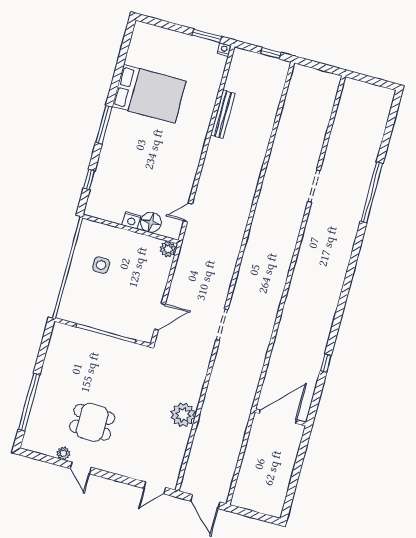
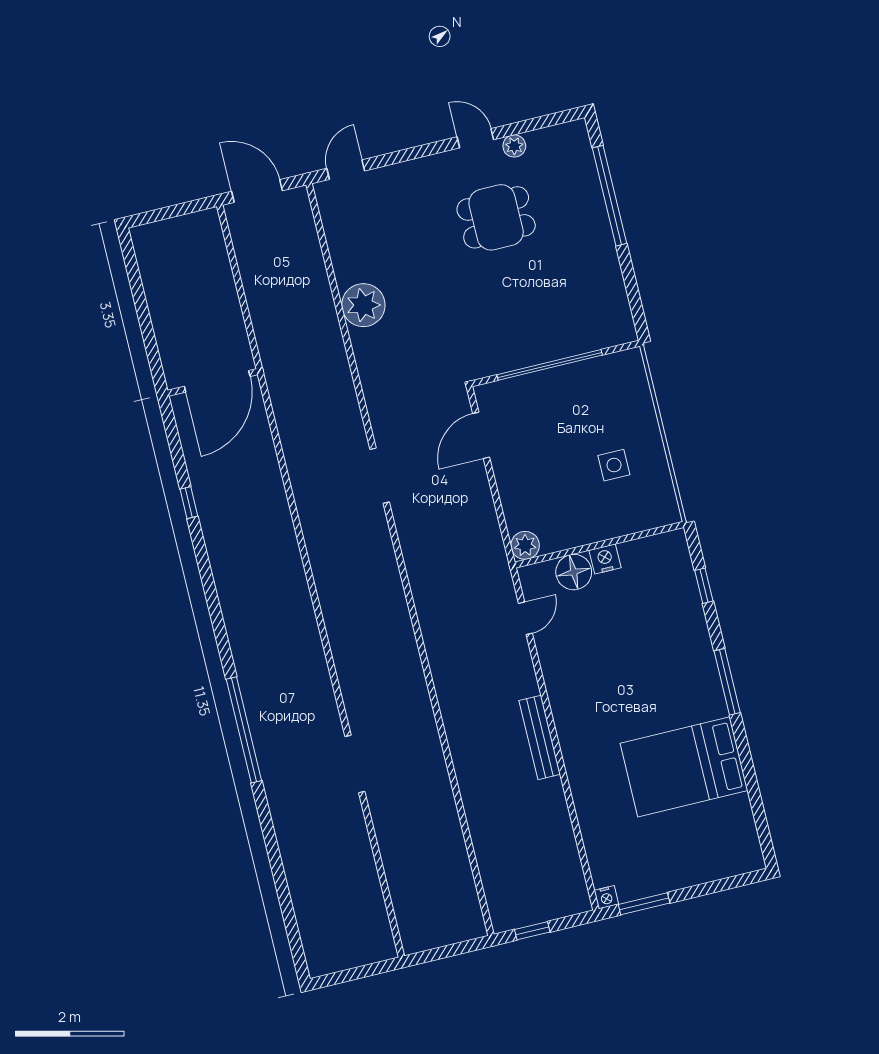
bench: (223, 114) -> (540, 737), moved
window: (372, 193) -> (244, 730), moved

